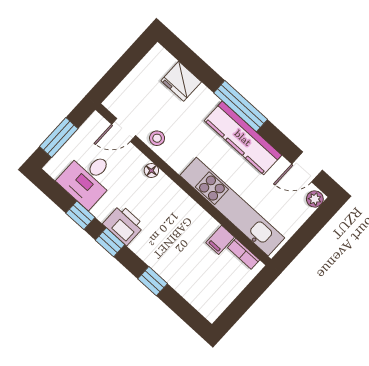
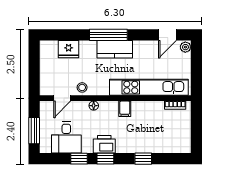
kitchen counter: (243, 138) -> (115, 49), width x0.67
filing cabinet: (220, 240) -> (125, 109), moved

